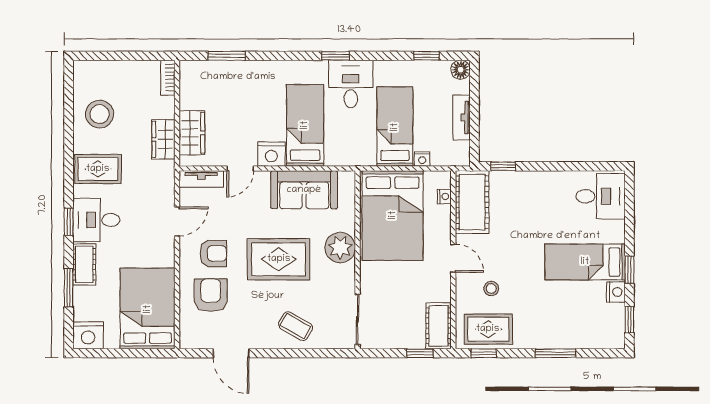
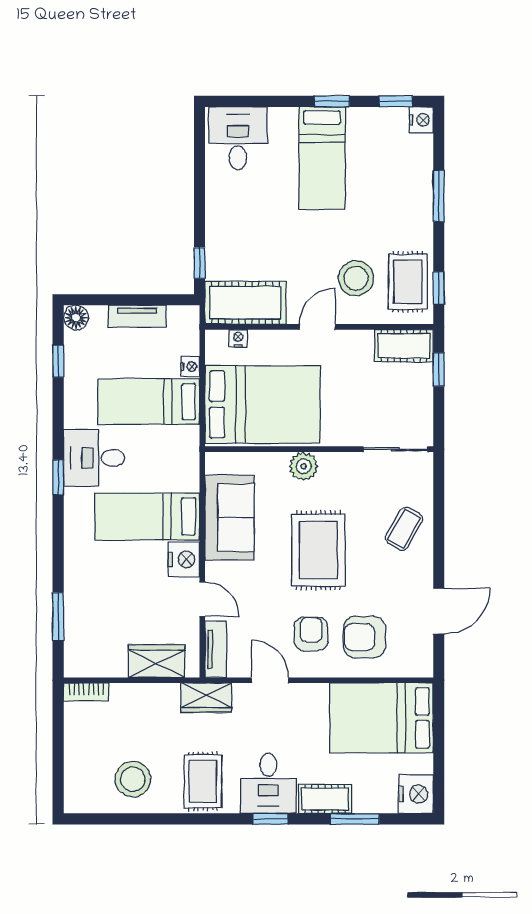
wardrobe: (163, 139) -> (206, 698), moved
plant: (340, 248) -> (303, 466), width x0.73, depth x0.73
stool: (491, 288) -> (356, 278), width x1.89, depth x1.89
nightstand: (616, 292) -> (421, 120), moved, turned 90

